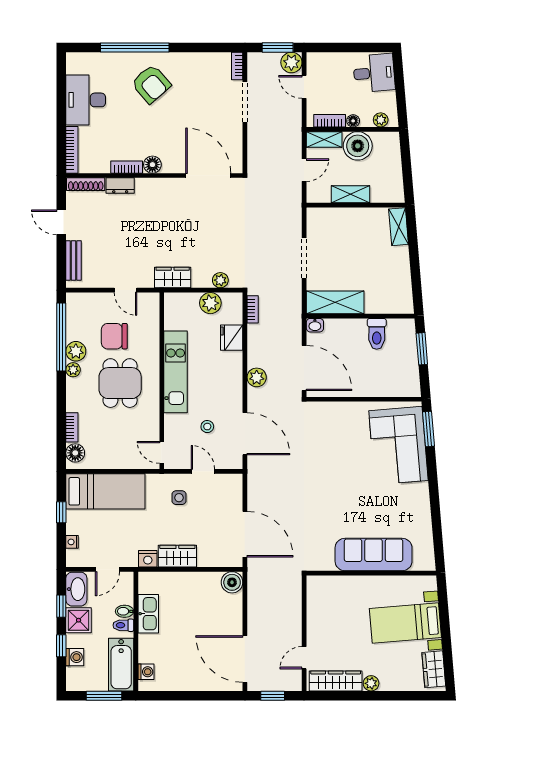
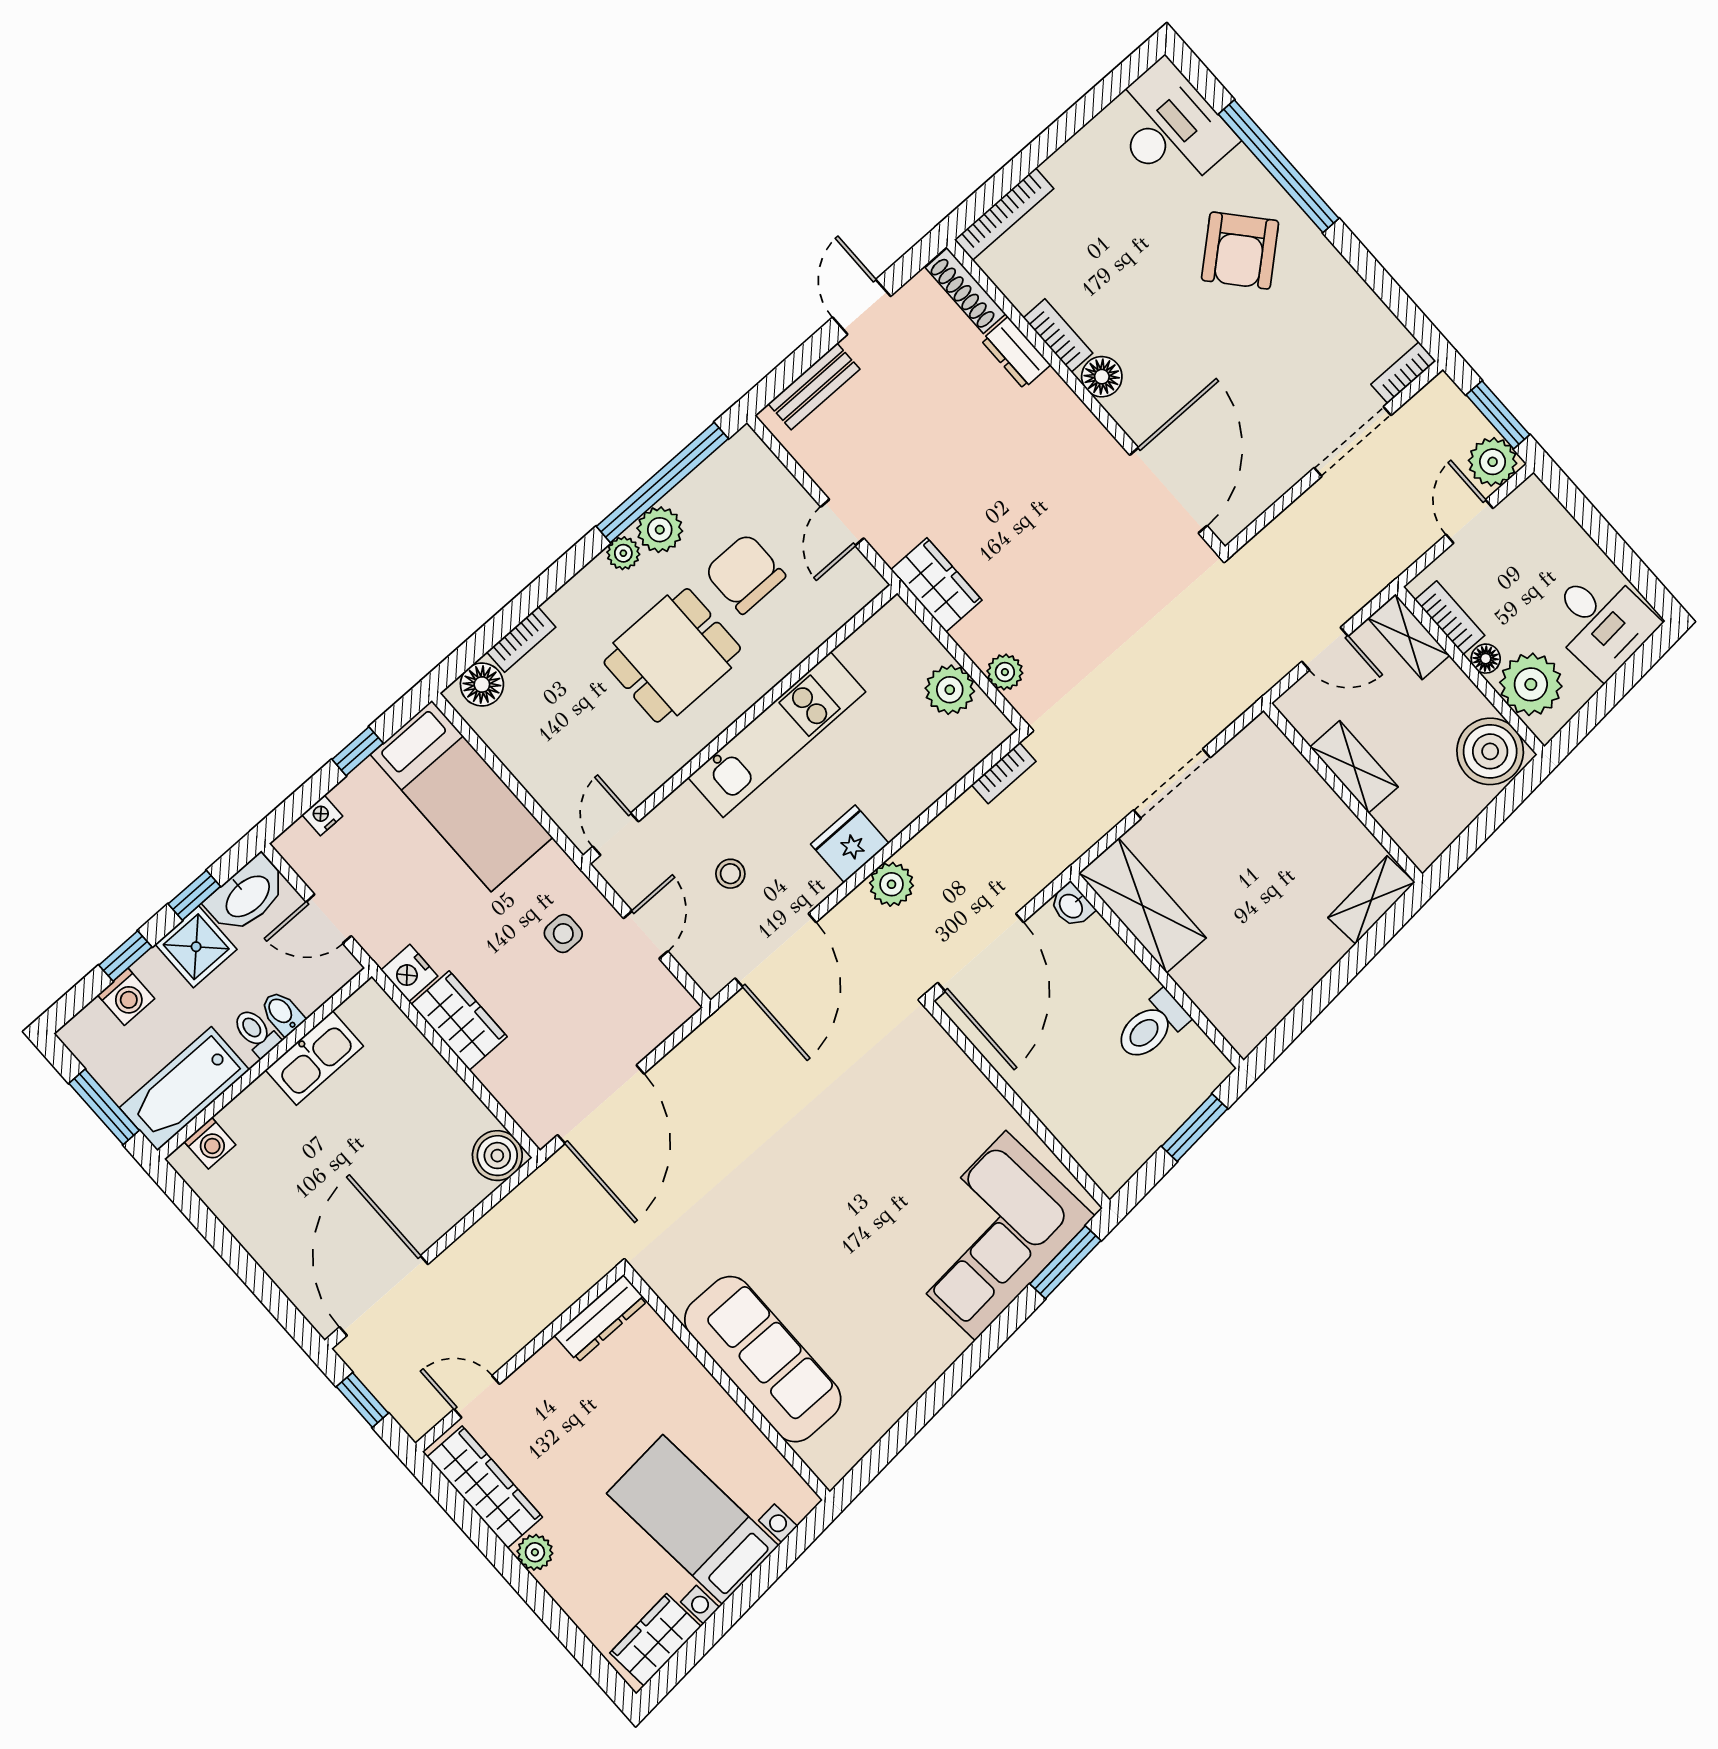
desk: (86, 100) -> (1169, 127), moved, turned 90
plant: (381, 120) -> (1531, 684), width x1.87, depth x1.87
boiler: (358, 146) -> (1490, 751), moved
fridge: (232, 338) -> (850, 844), moved
dresser: (314, 595) -> (601, 1318), added

